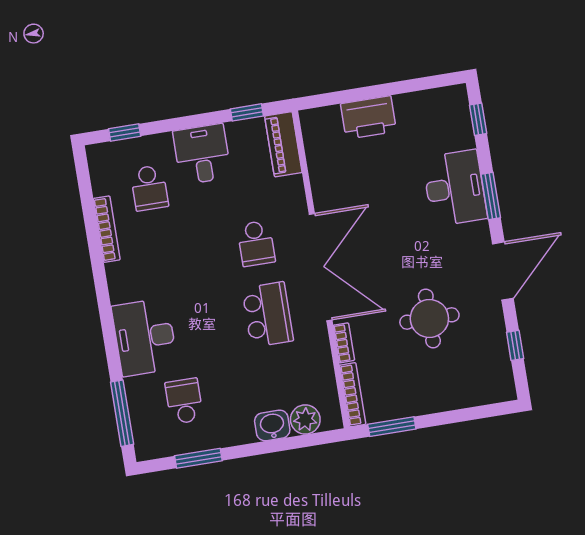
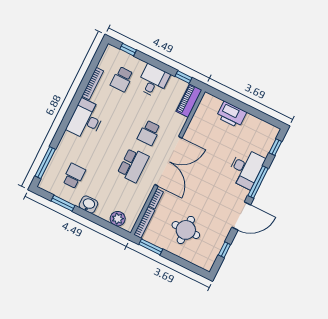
window: (491, 196) -> (258, 182), width x1.44
round table: (429, 318) -> (186, 230), moved
desk: (145, 337) -> (86, 120), moved
washbasin: (272, 425) -> (88, 204), moved

